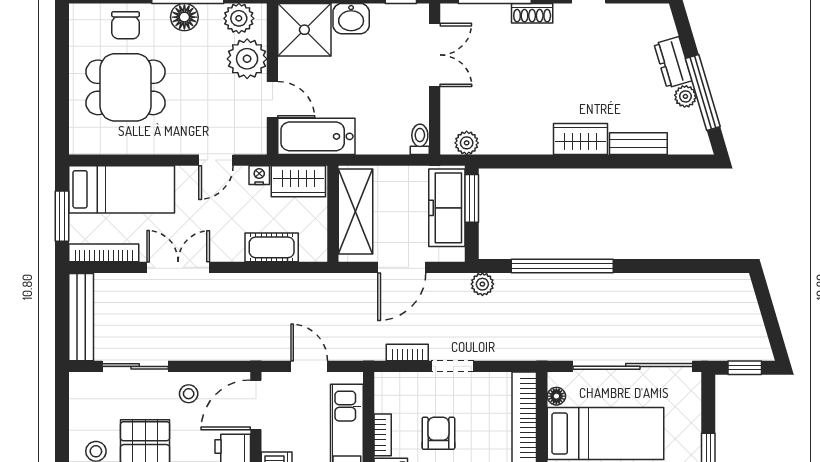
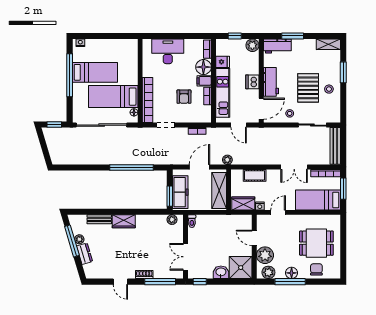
bathtub: (316, 136) -> (236, 222), removed
plant: (482, 284) -> (227, 160), moved
doorway: (453, 366) -> (166, 125), moved

